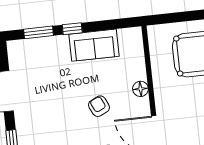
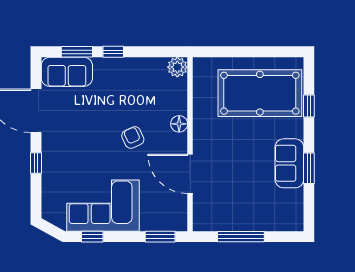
plant: (133, 36) -> (177, 67), added
sofa: (94, 45) -> (67, 72), moved

